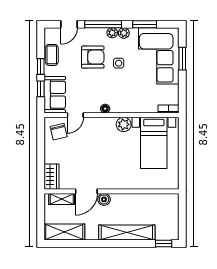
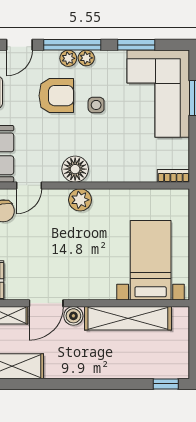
plant: (124, 33) -> (68, 58), moved
floor lamp: (105, 109) -> (75, 169), width x1.89, depth x1.89
plant: (124, 124) -> (80, 200), moved
bed with nightstands: (154, 143) -> (151, 260), moved, turned 180
shelving: (127, 232) -> (128, 318), moved

